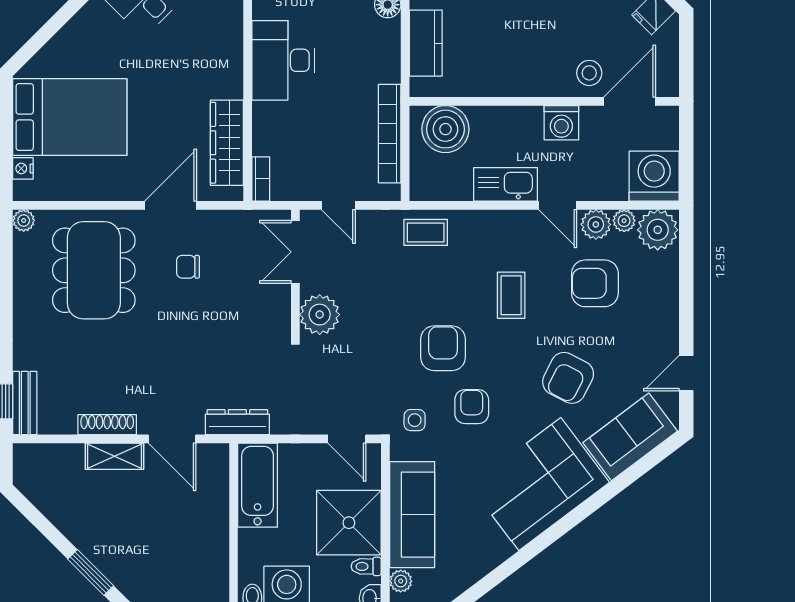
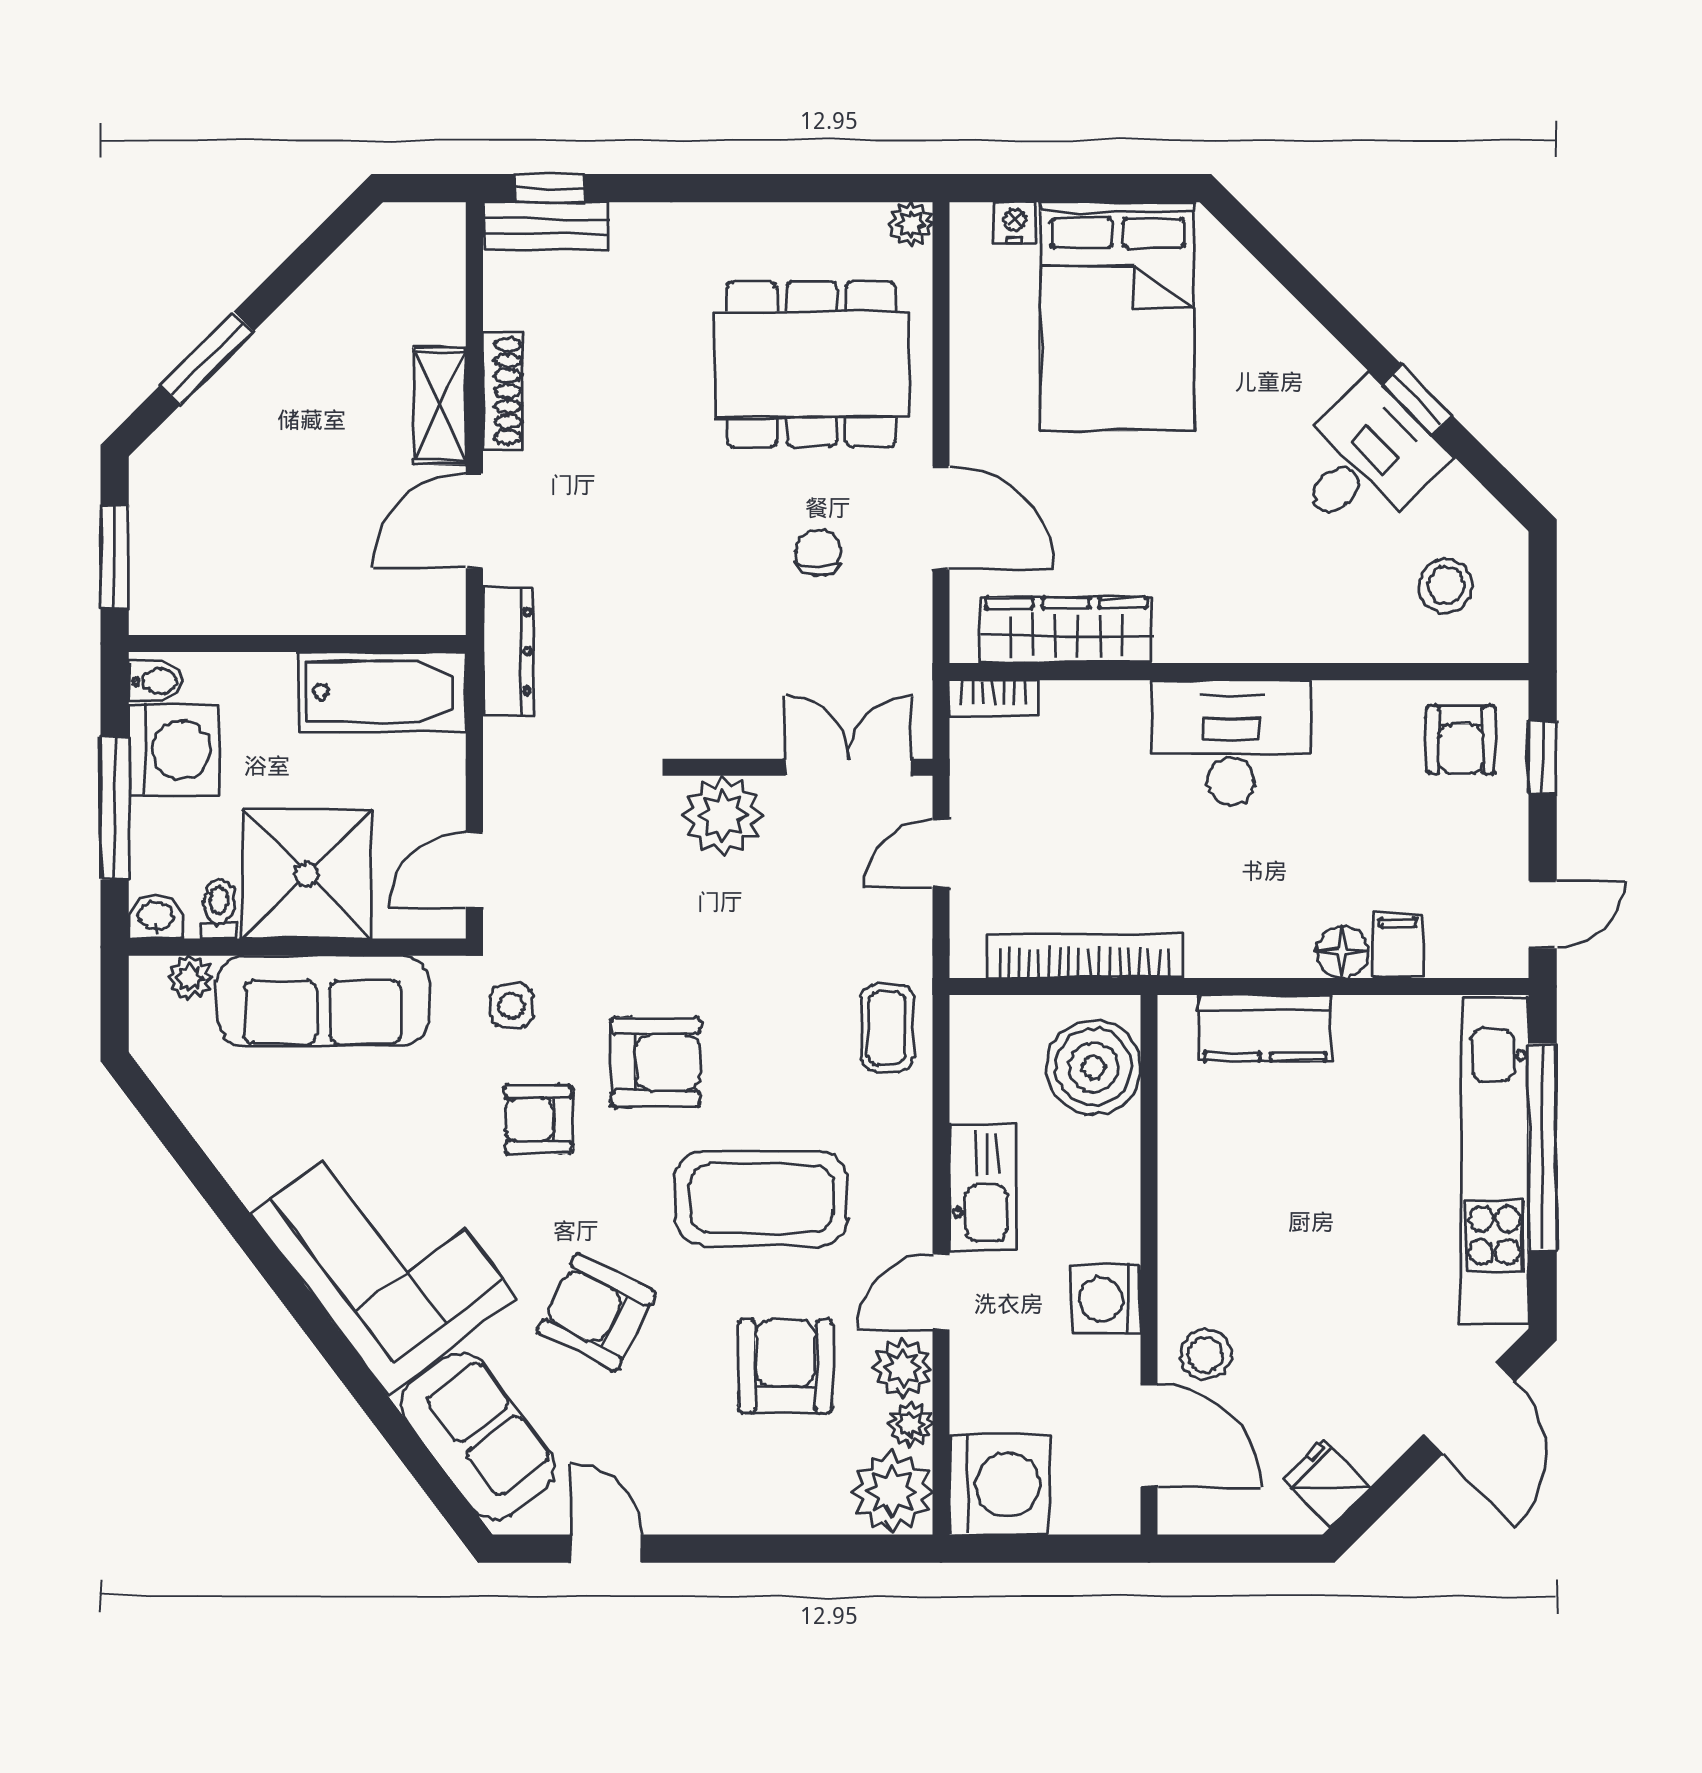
coffee table: (511, 295) -> (761, 1199), width x1.86, depth x1.72
armchair: (472, 407) -> (539, 1120), turned 180

